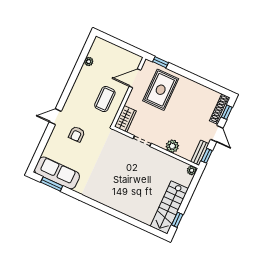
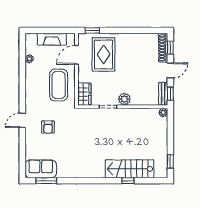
fireplace: (118, 53) -> (52, 39), added
coffee table: (105, 99) -> (59, 85), width x1.36, depth x1.32
door: (217, 134) -> (170, 70), hinge flipped
plant: (172, 146) -> (124, 99), moved
sofa: (57, 173) -> (41, 169), width x0.73
stairs: (169, 207) -> (130, 169), moved, turned 90
window: (129, 220) -> (128, 181), added

